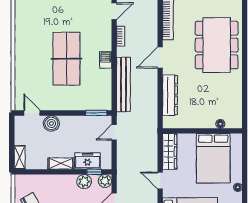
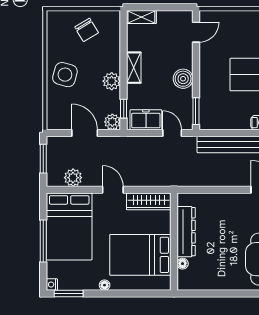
dresser: (170, 95) -> (186, 232), moved, turned -90
boiler: (51, 123) -> (183, 79), moved
freezer: (87, 161) -> (146, 120), moved, turned -90
door: (160, 181) -> (113, 190), hinge flipped
plant: (84, 182) -> (112, 81), moved

